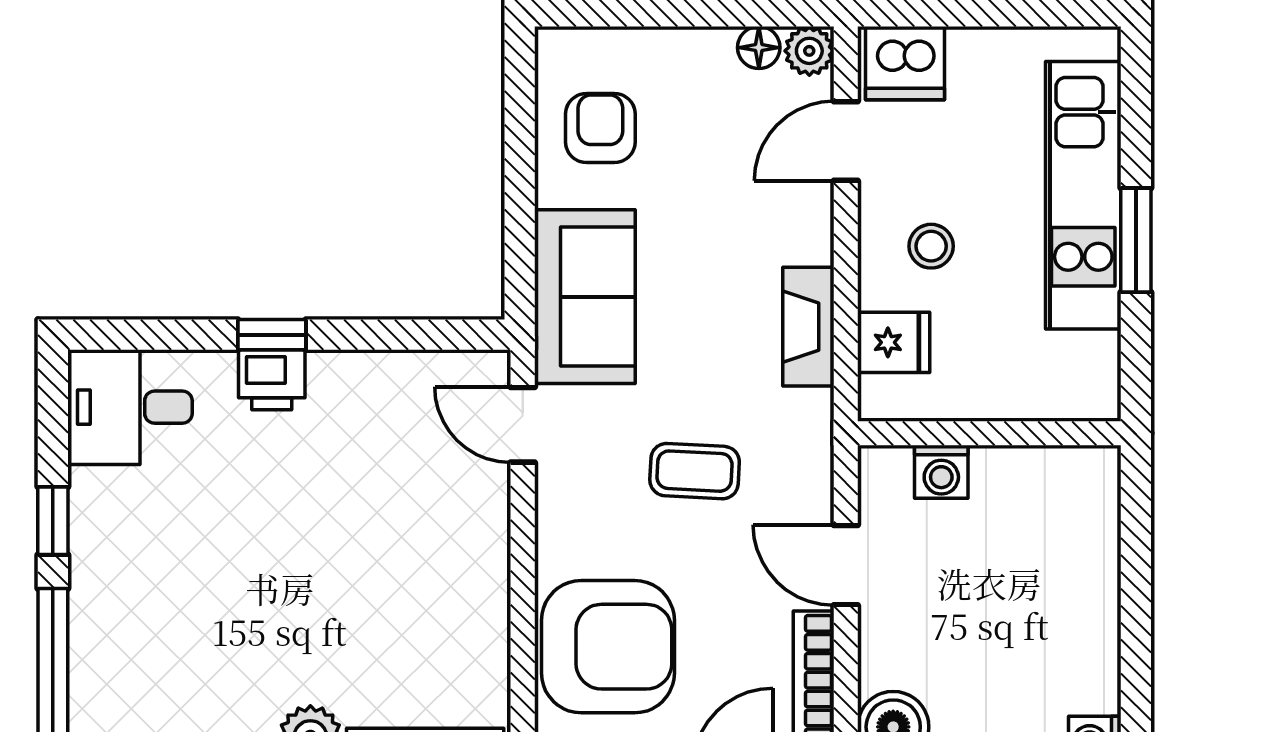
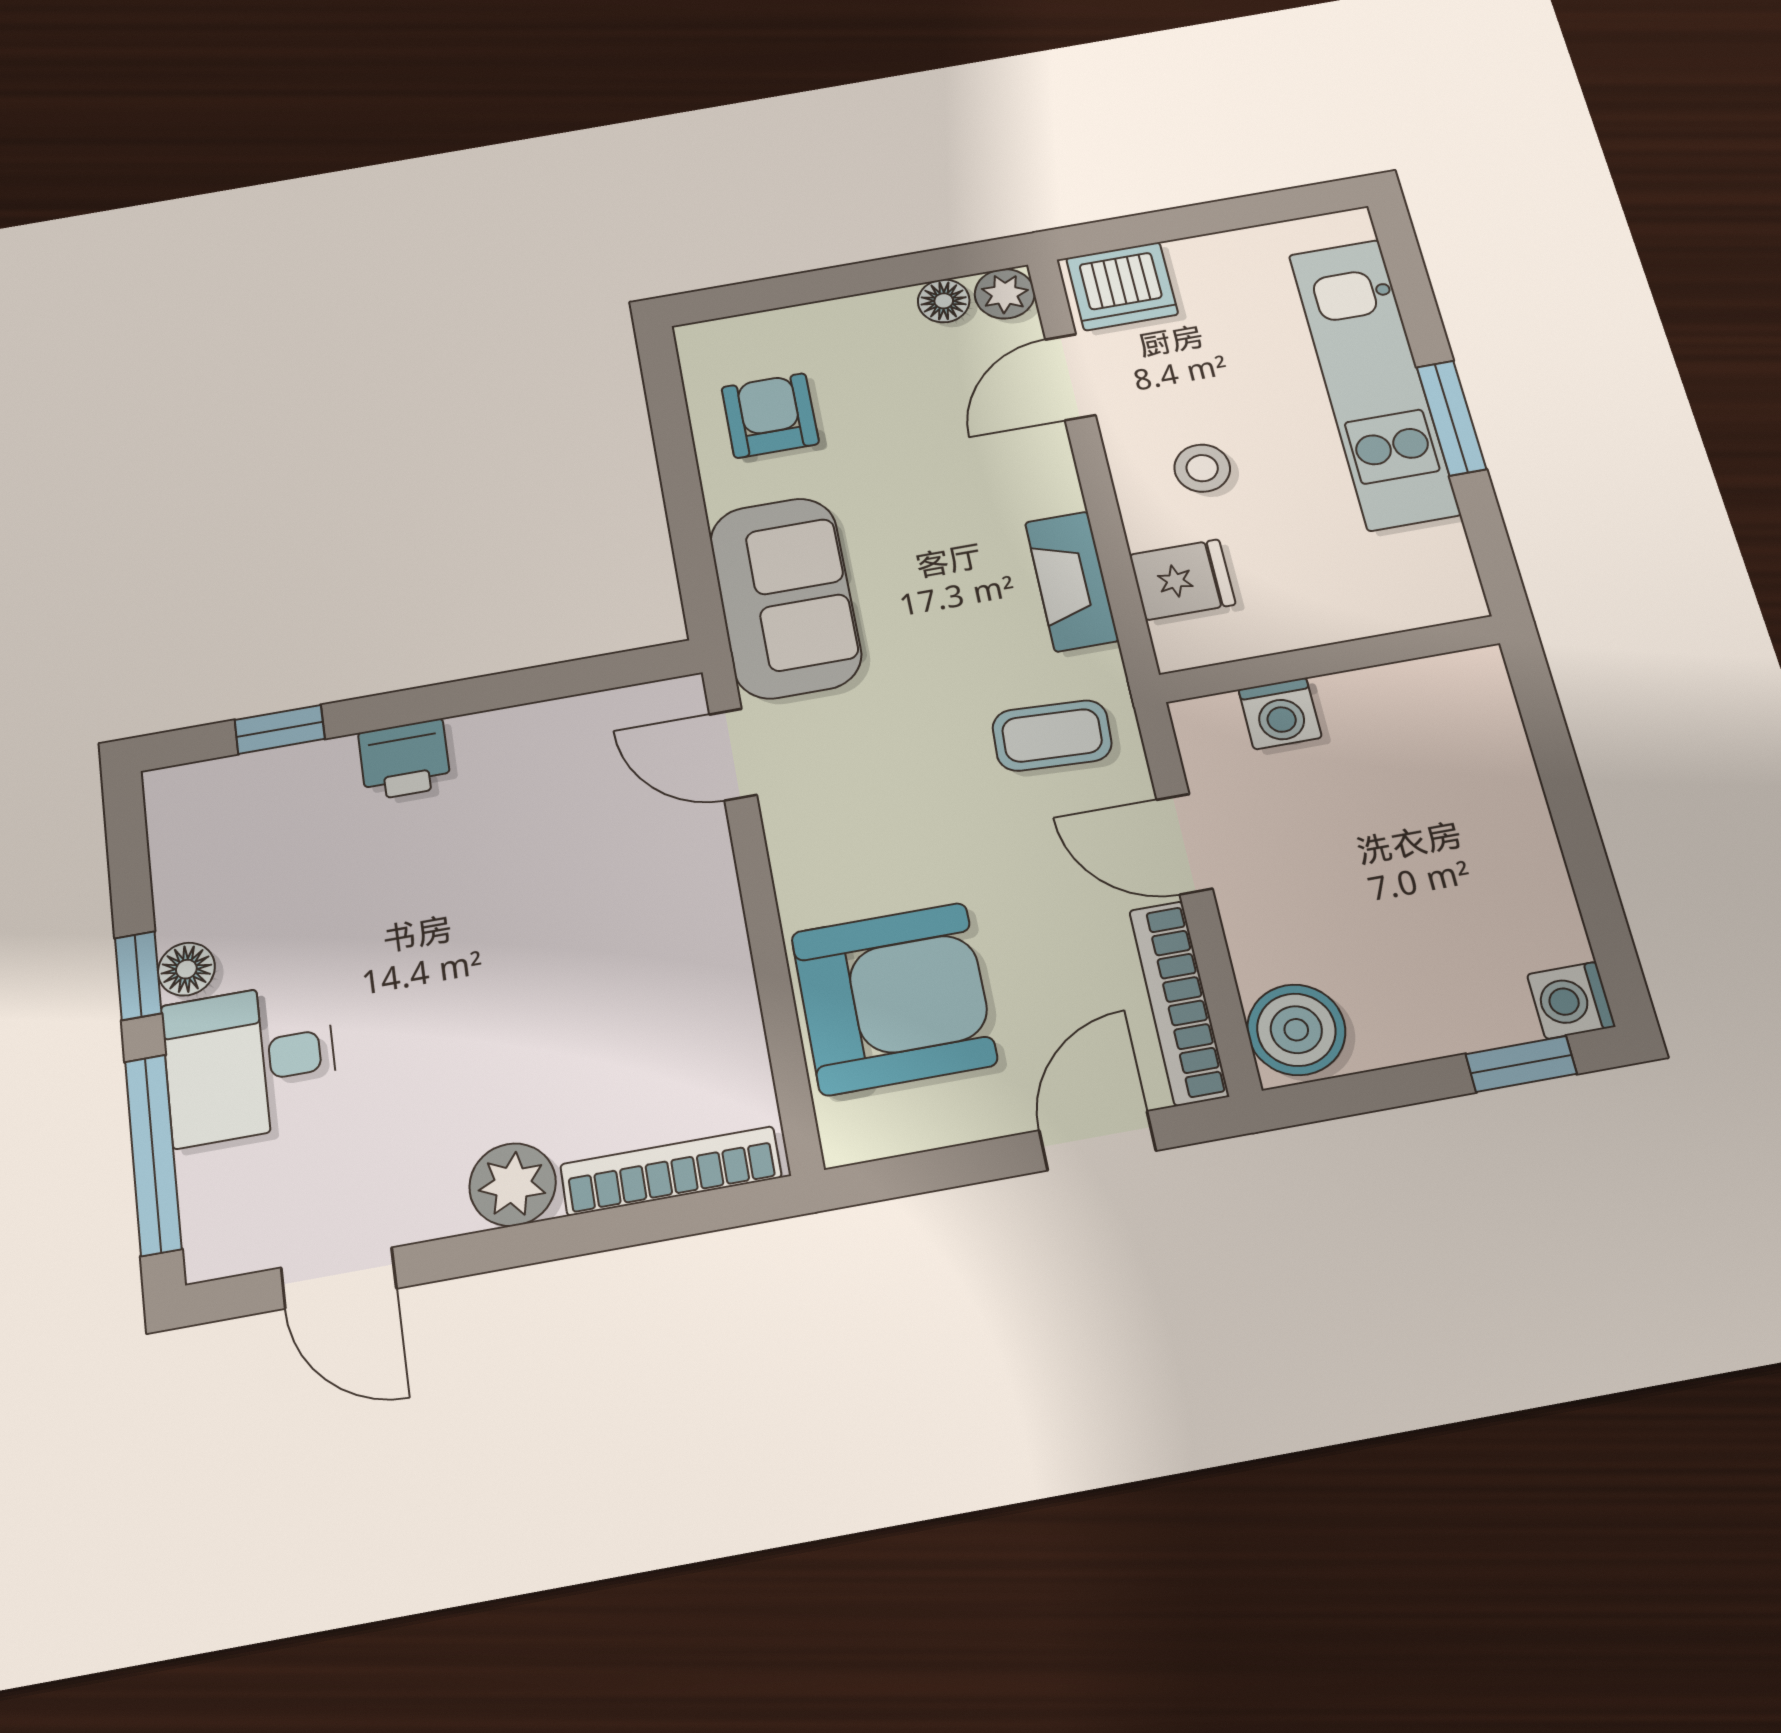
window: (272, 335) -> (280, 729), moved
desk: (130, 407) -> (250, 1062), moved
coffee table: (695, 471) -> (1052, 736), moved
floor lamp: (89, 522) -> (186, 969), added

